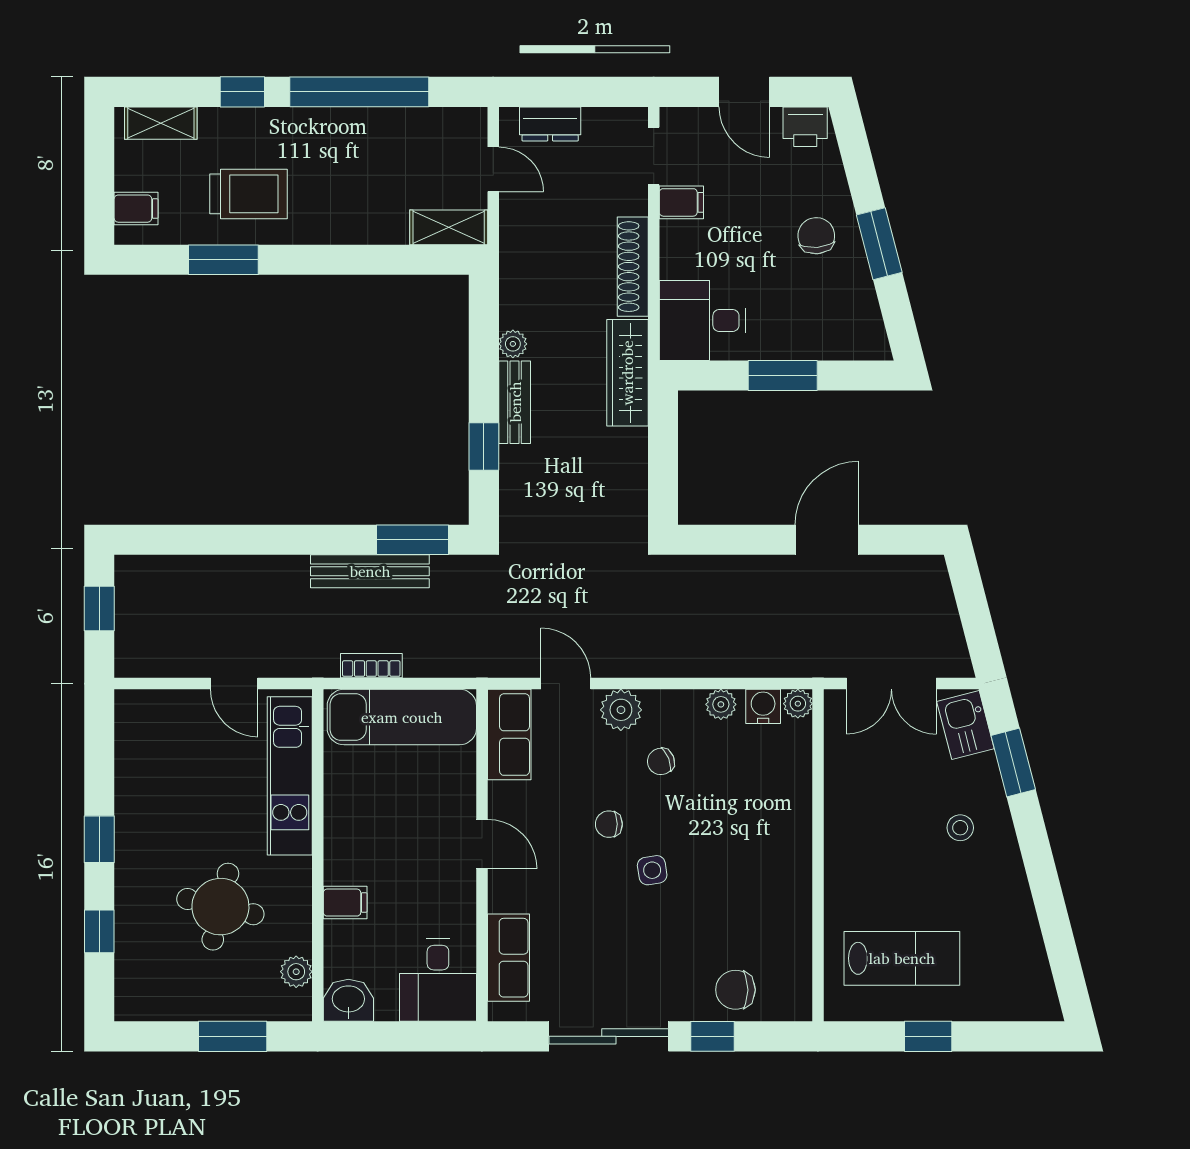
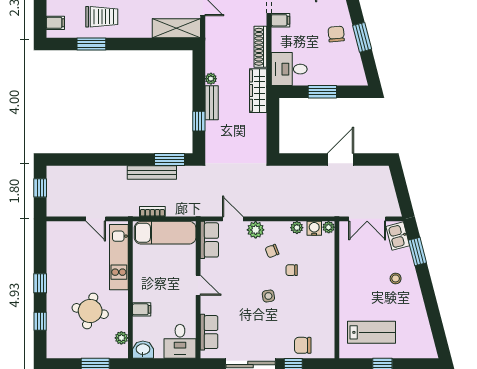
shelving: (449, 227) -> (176, 28), width x1.50, depth x1.33
chair: (609, 824) -> (292, 270), moved

